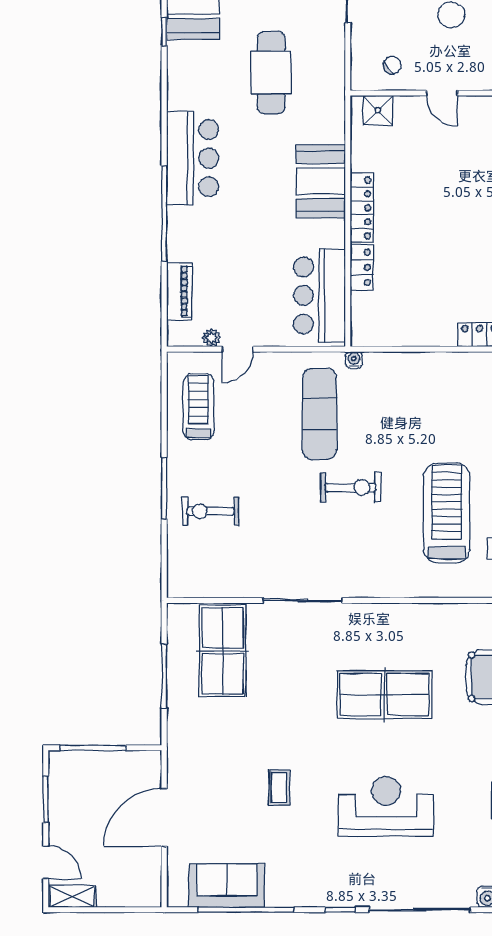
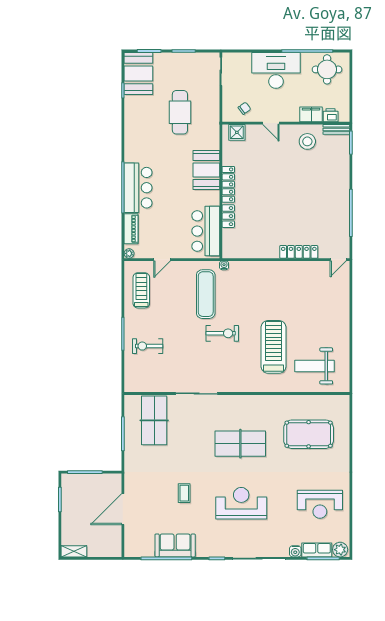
bar counter: (193, 158) -> (138, 188), moved
plant: (212, 338) -> (129, 253), moved
door: (46, 862) -> (60, 533), removed
sofa: (227, 886) -> (175, 545), moved

